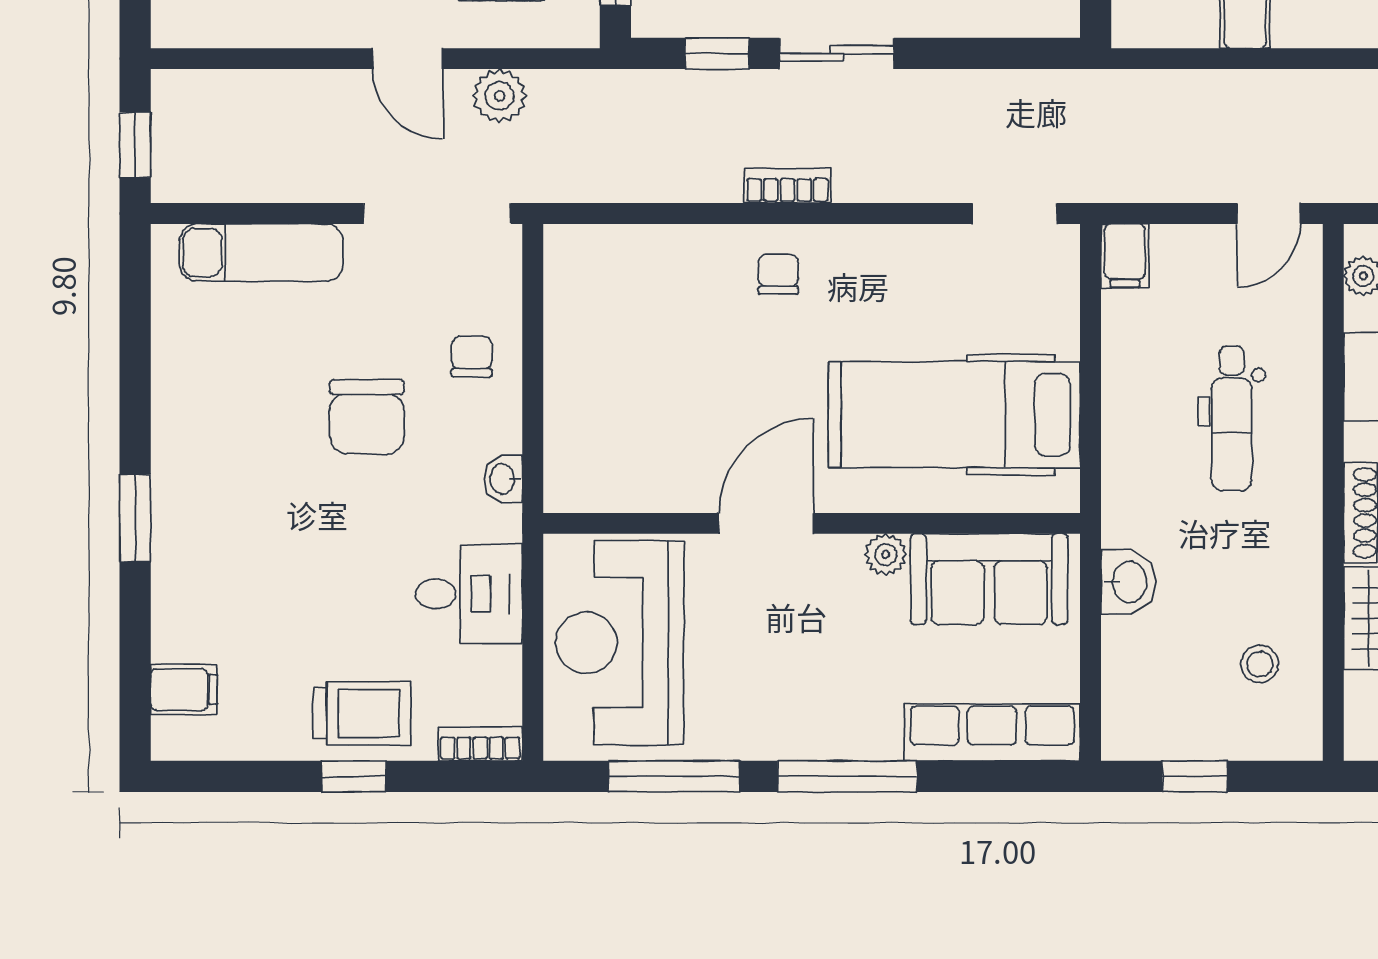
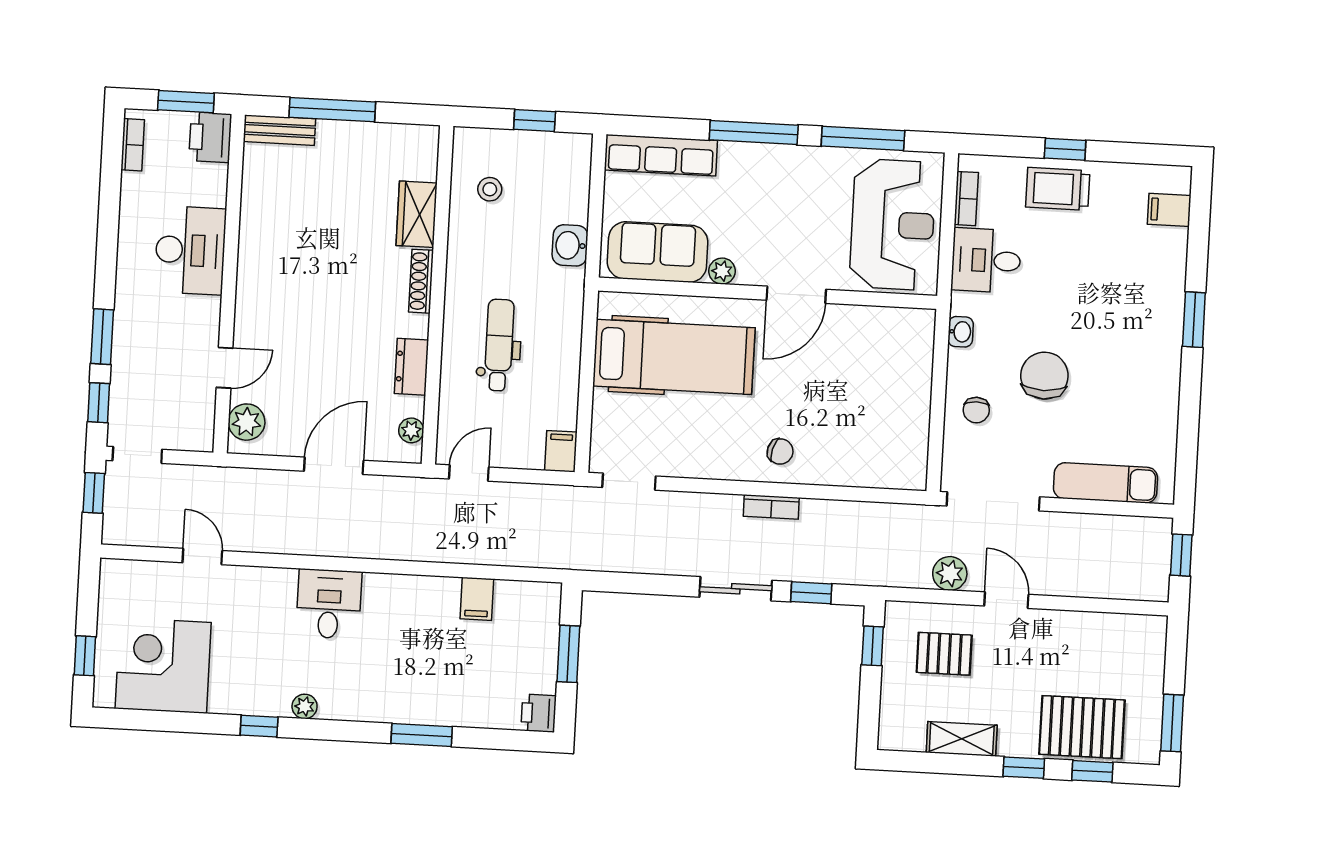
chair: (778, 274) -> (780, 451), turned -74
bookcase: (480, 744) -> (966, 199), moved, turned -90

